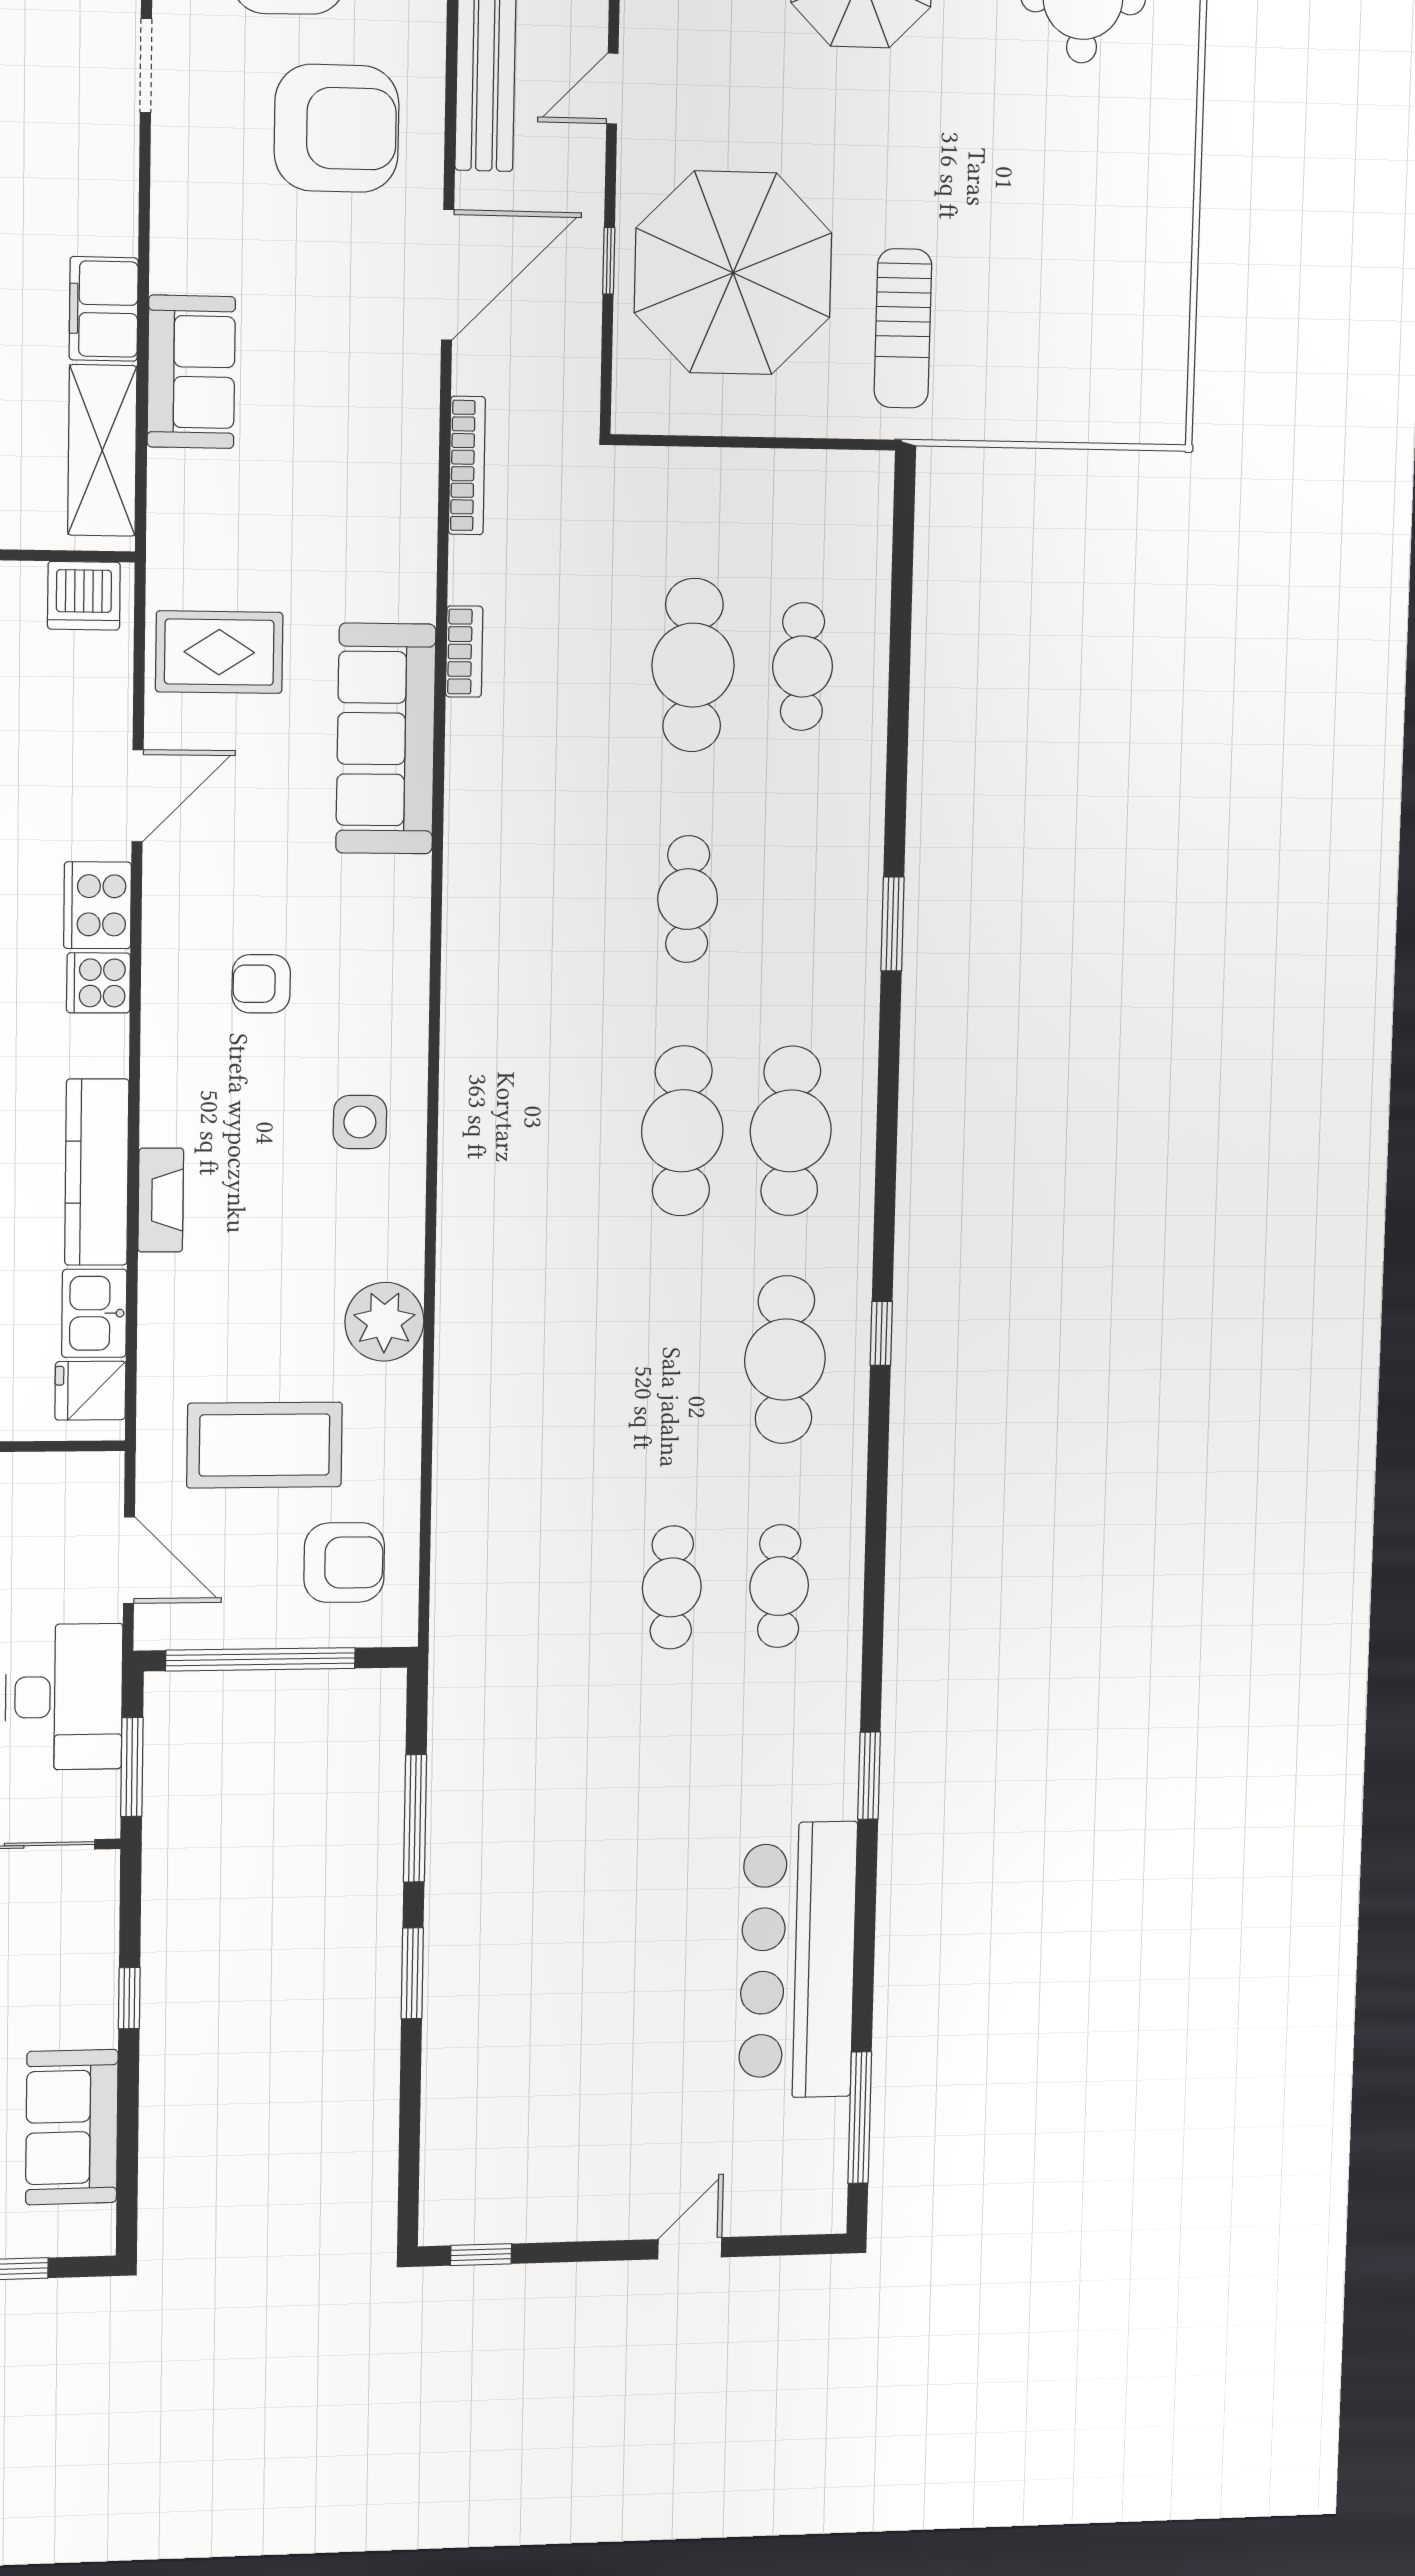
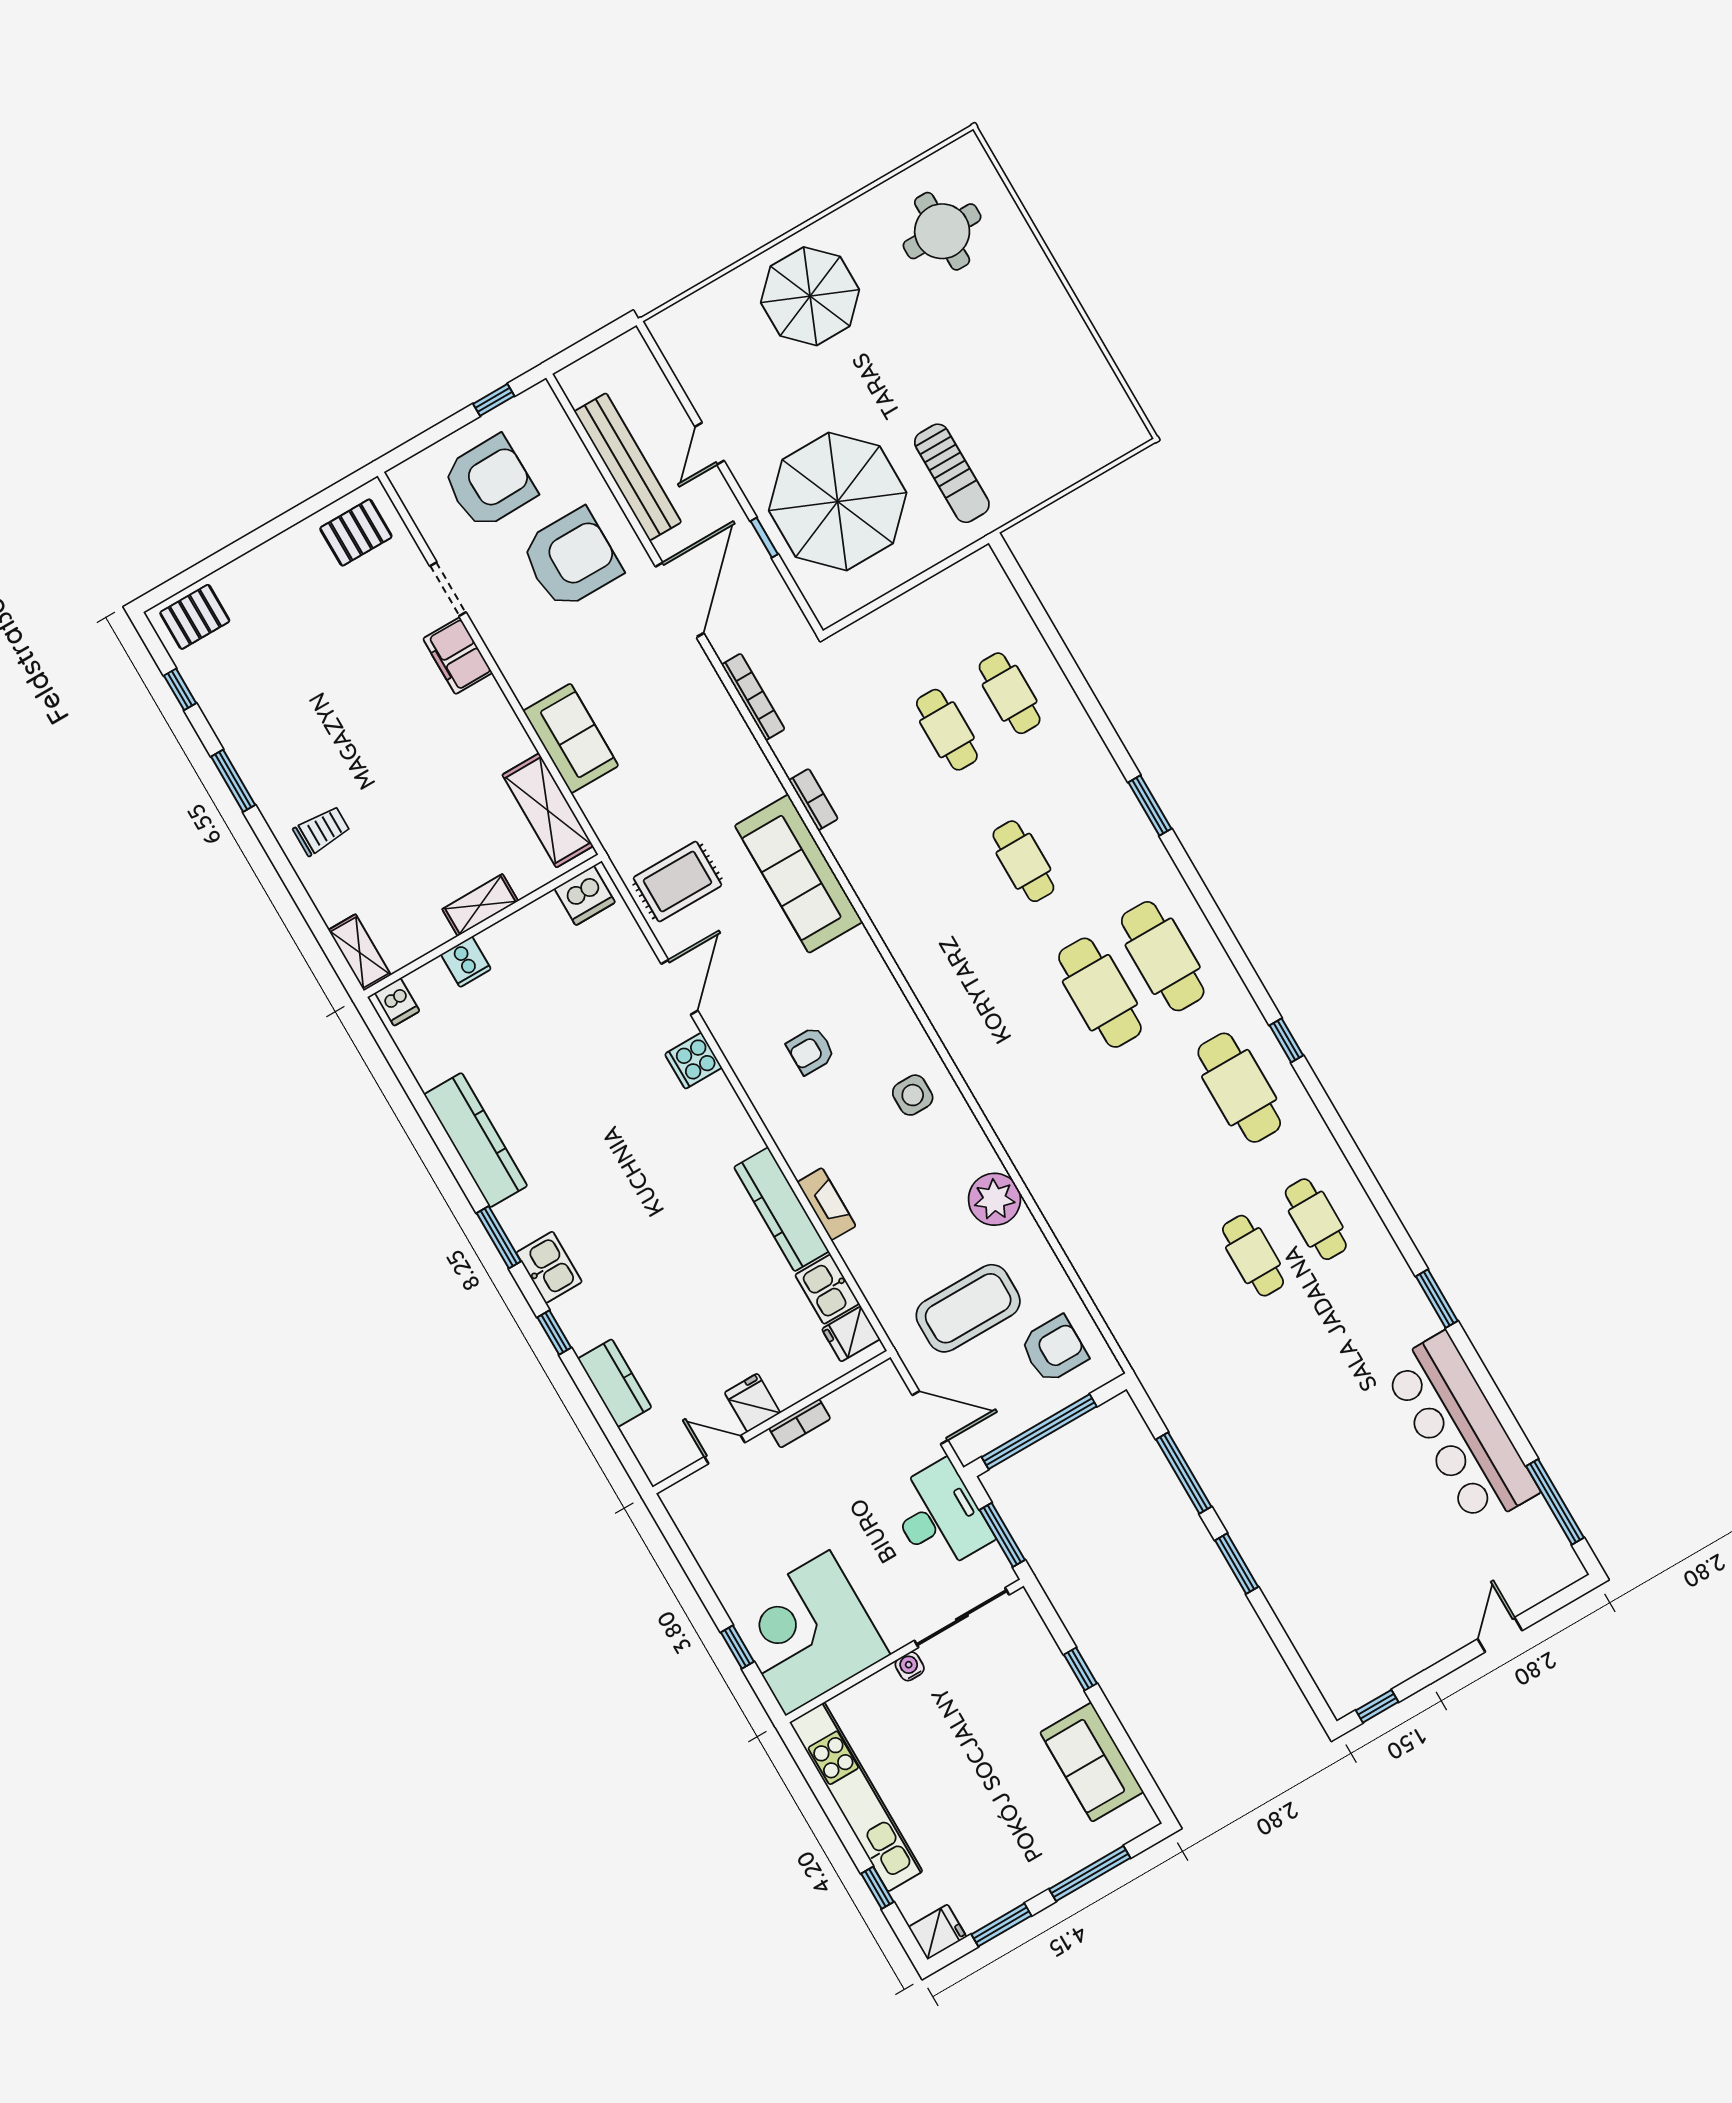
filing cabinet: (104, 309) -> (458, 656), moved
cafe table: (693, 665) -> (947, 730), width x0.73, depth x0.74
cooker: (97, 905) -> (693, 1061), width x0.73
cooker: (98, 983) -> (720, 1103), removed

